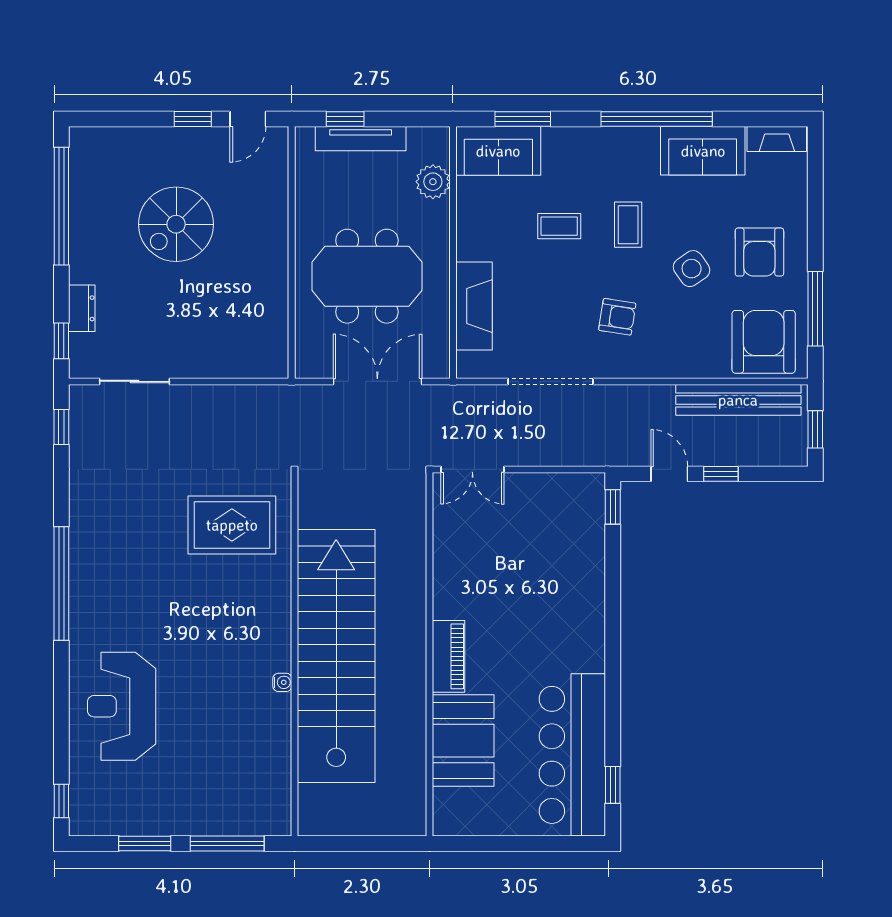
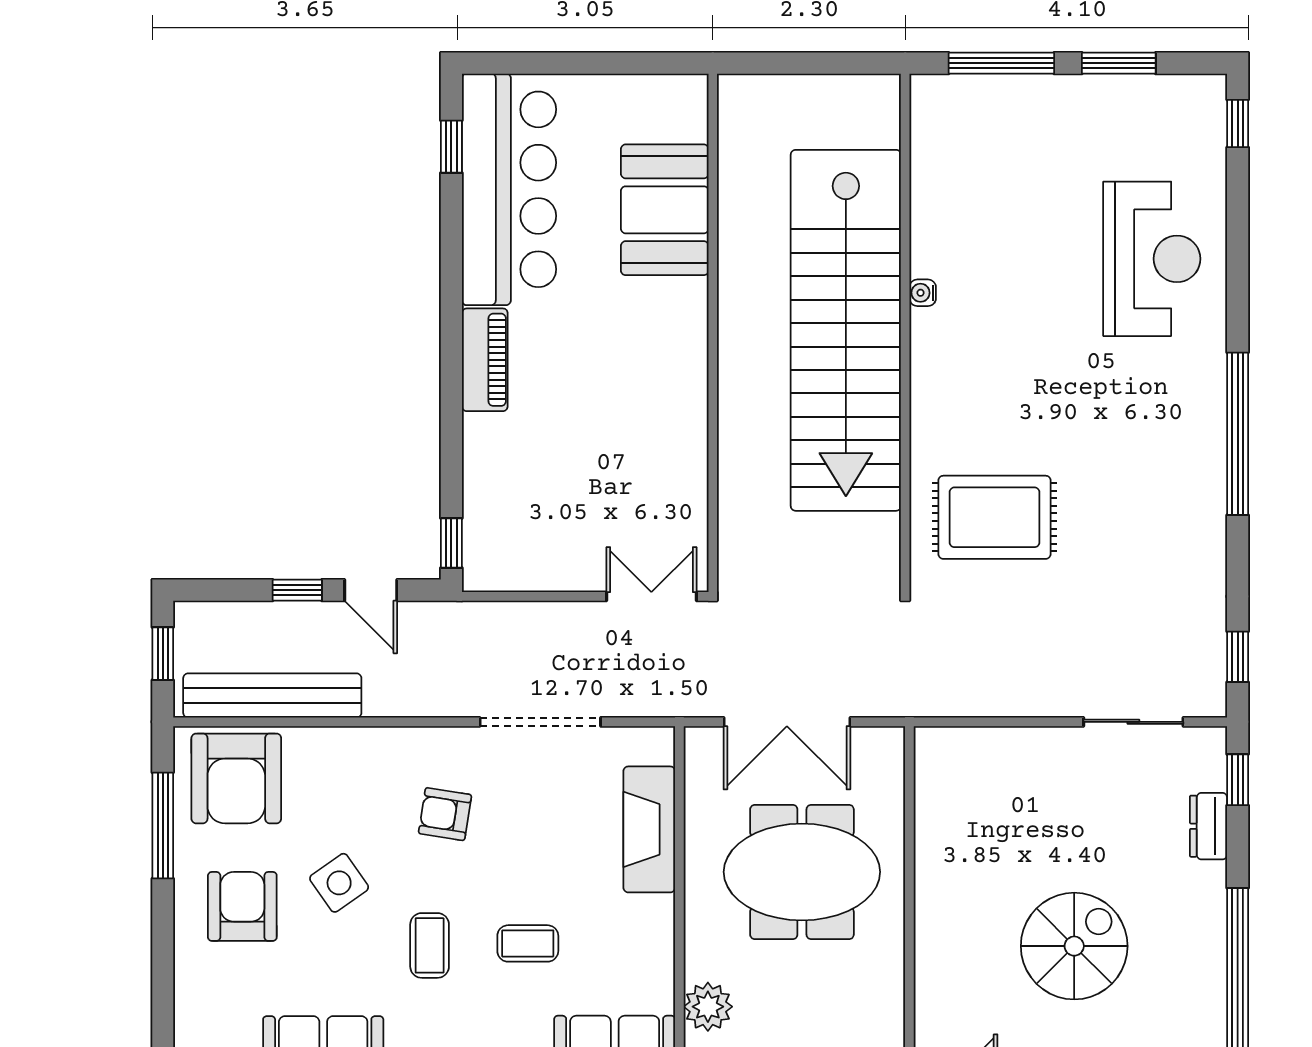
piano: (448, 656) -> (485, 360), moved, turned 180

